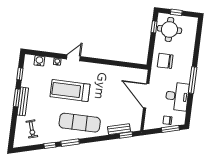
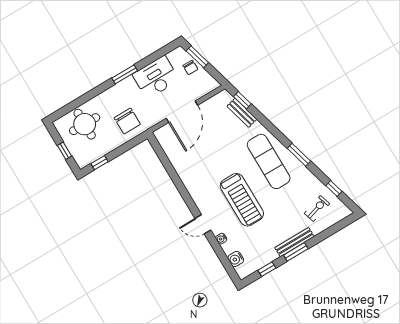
round table: (169, 29) -> (85, 124), moved
window: (193, 80) -> (125, 74), width x0.69
window: (50, 145) -> (334, 188), moved

